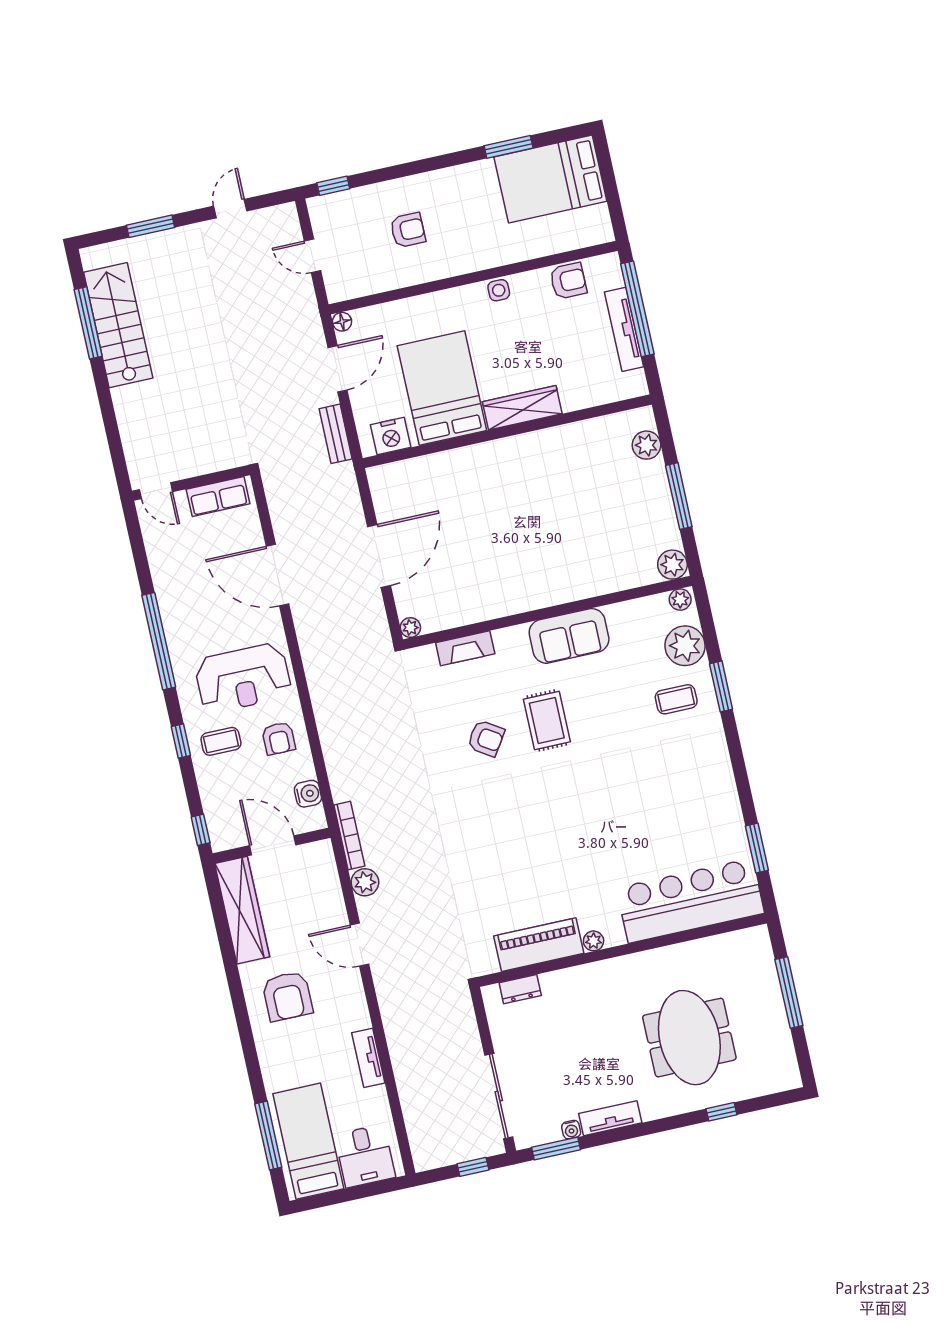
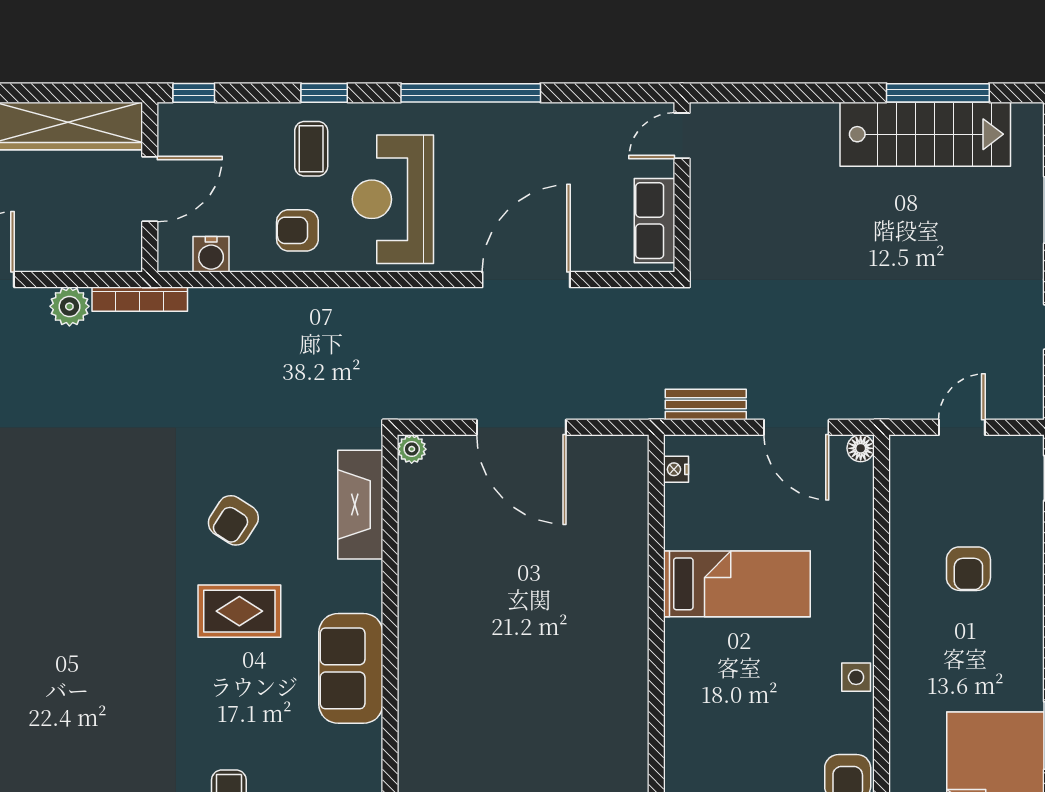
bed: (442, 388) -> (737, 584), width x0.67
wardrobe: (522, 408) -> (684, 674), removed
nightstand: (391, 436) -> (676, 469), width x0.53, depth x0.56
fireplace: (465, 648) -> (360, 505), width x1.37, depth x1.32

